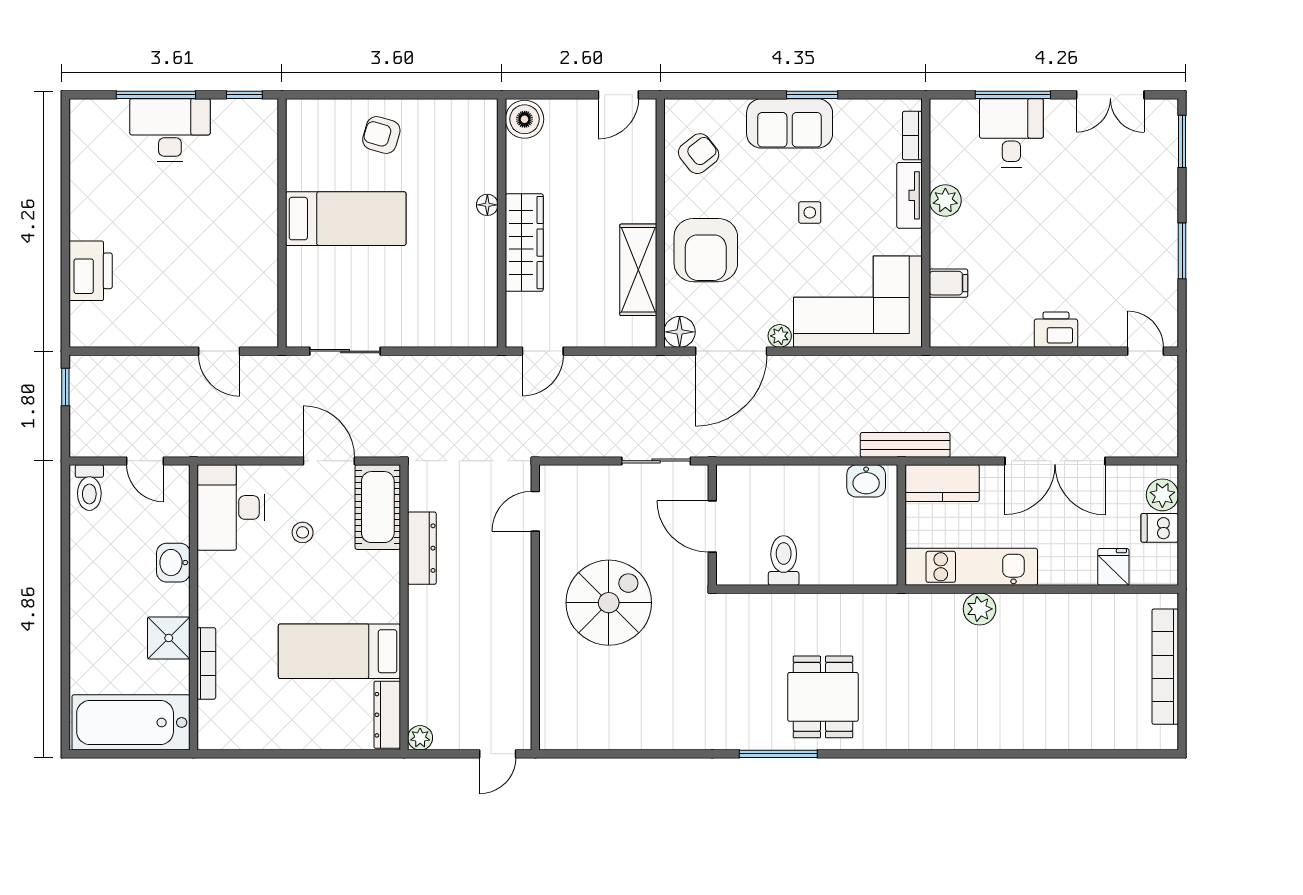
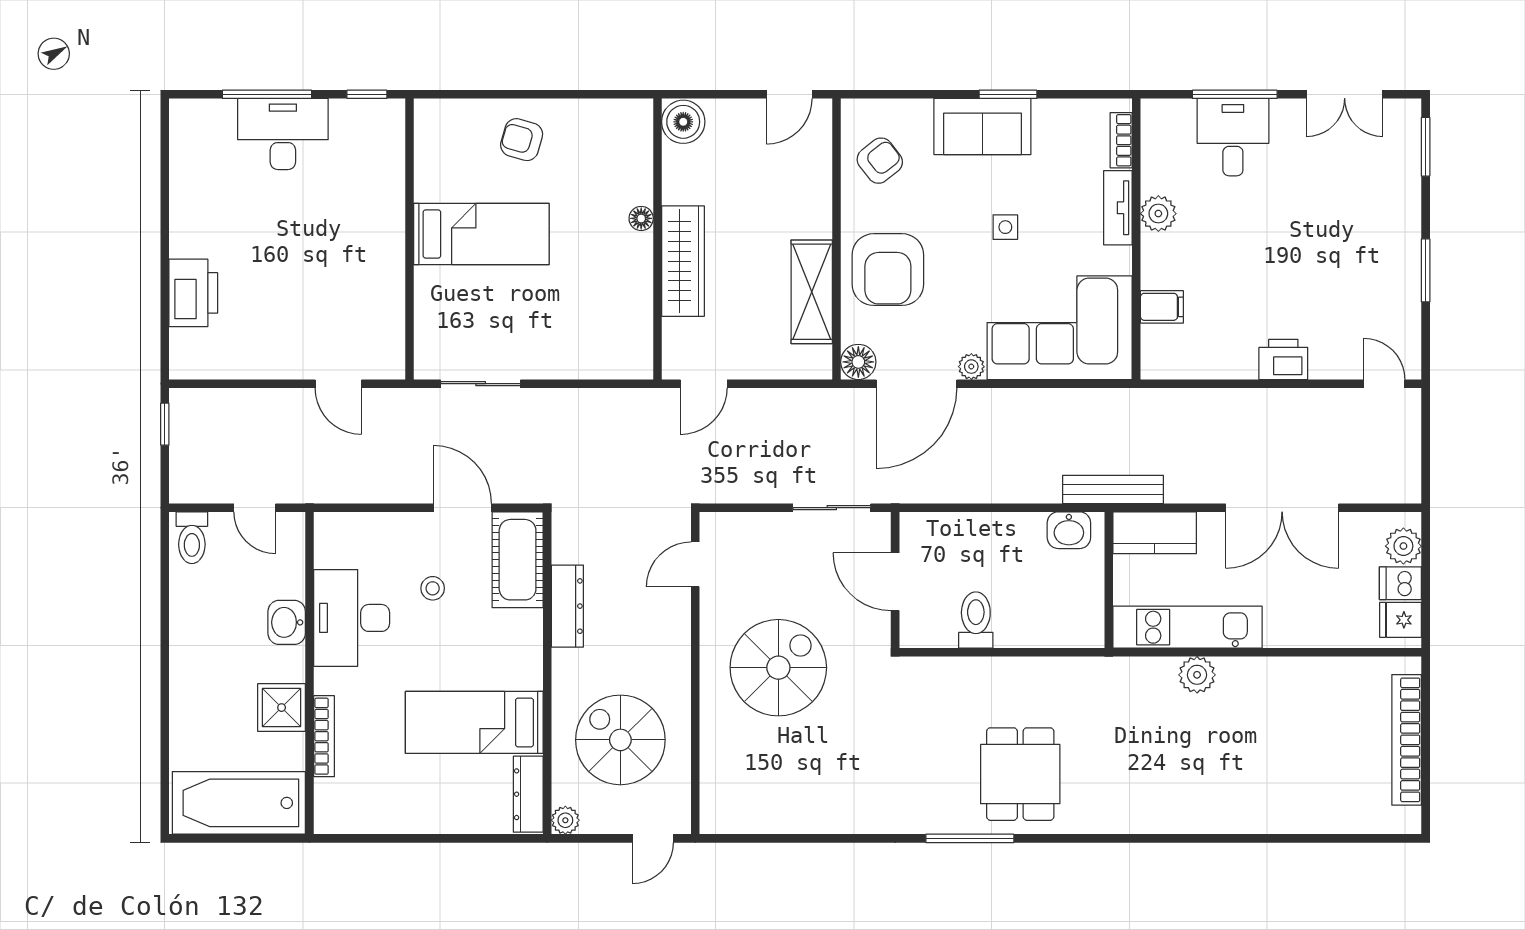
desk: (231, 507) -> (352, 618), moved
fridge: (1113, 567) -> (1401, 620), moved, turned -90
spiral stairs: (469, 667) -> (620, 740), added

